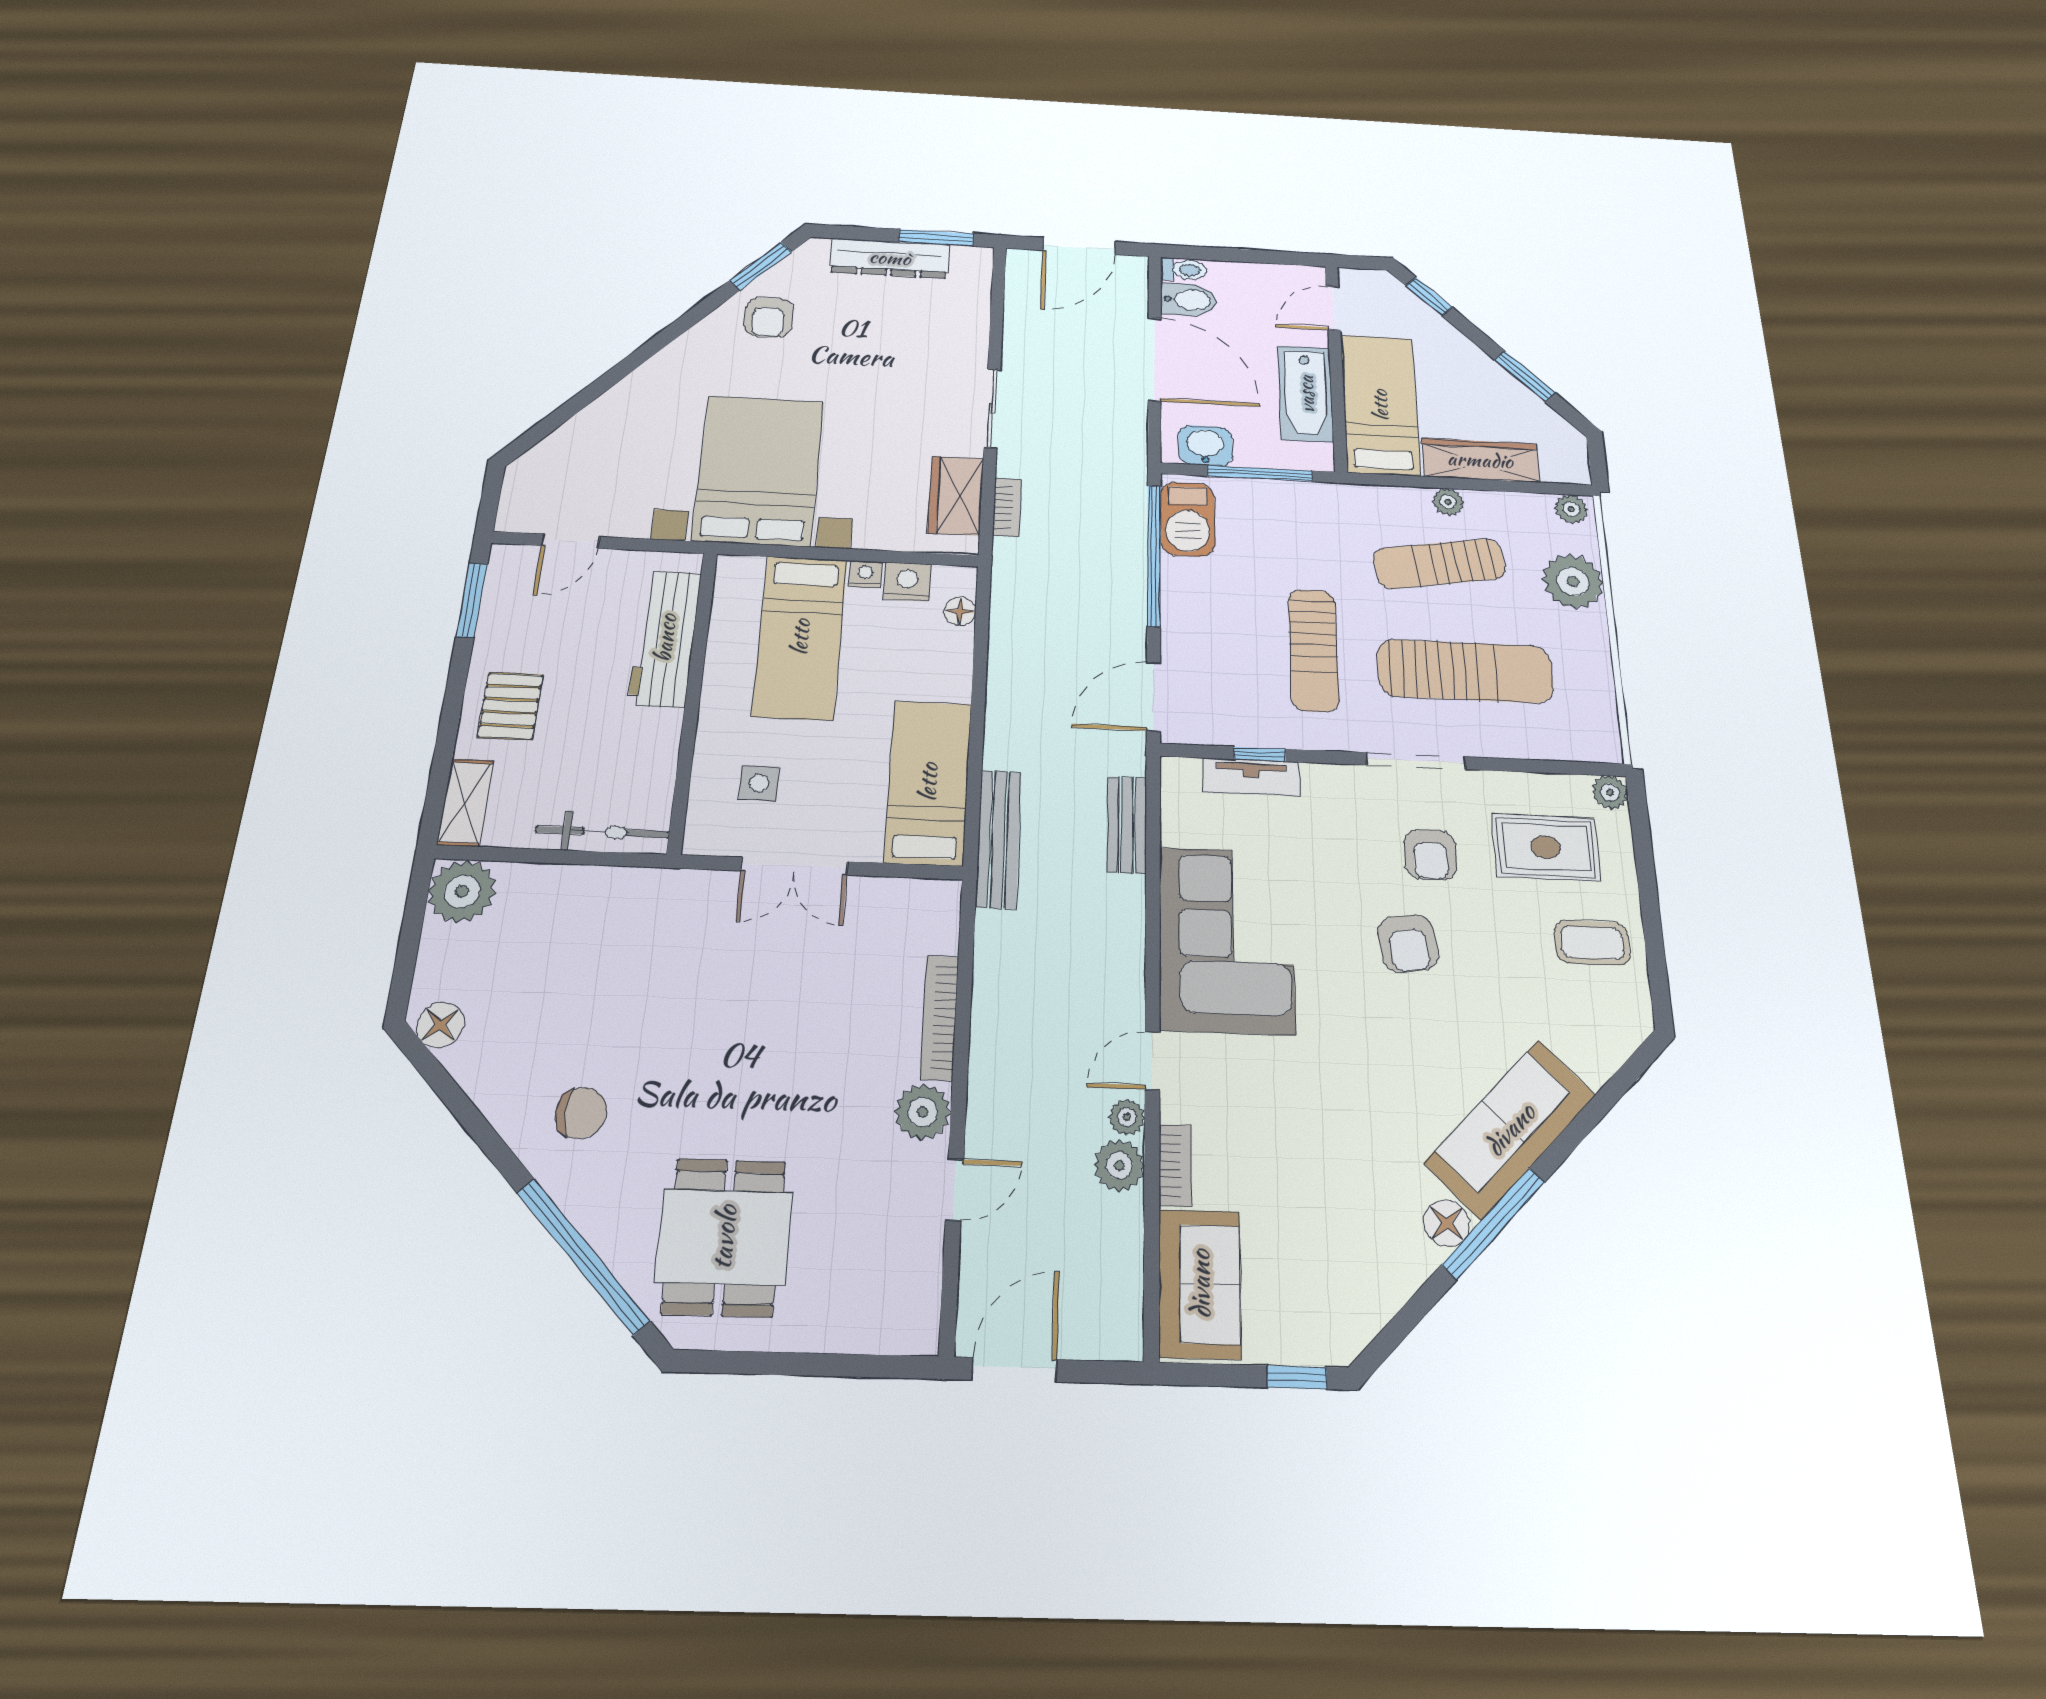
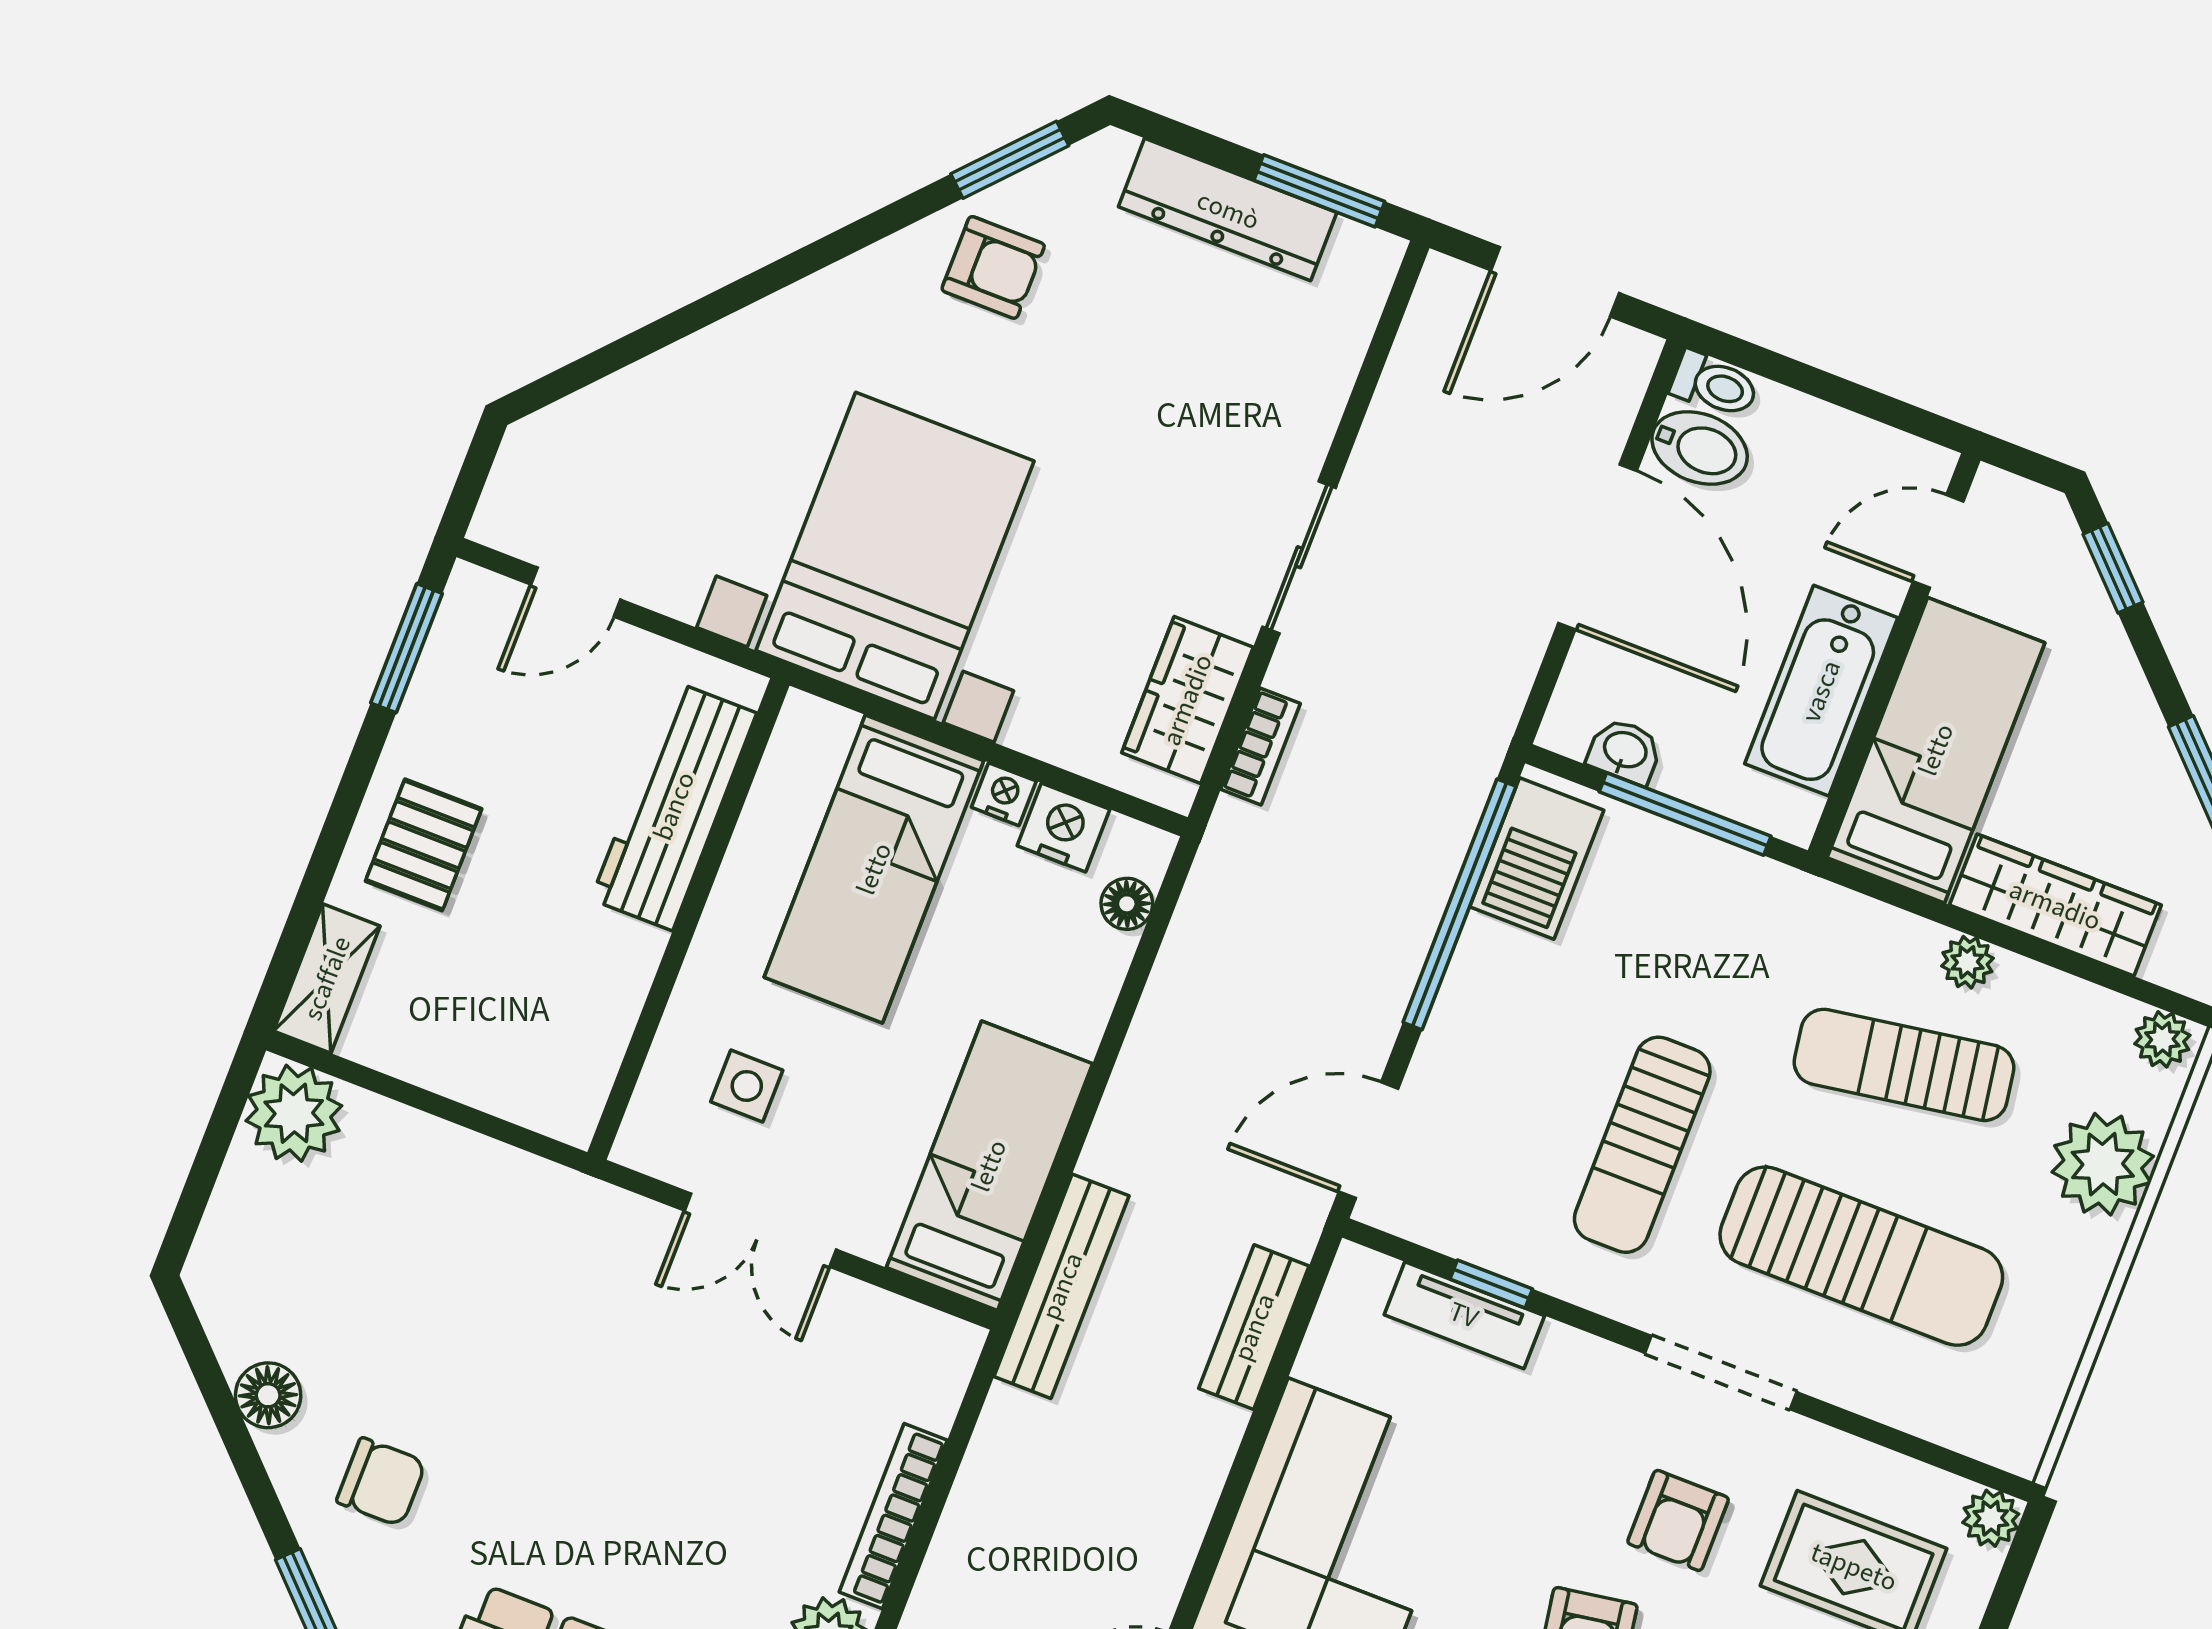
armchair: (769, 317) -> (993, 267), turned -90
washbasin: (1205, 446) -> (1625, 751), width x0.72, depth x0.69
bicycle: (603, 832) -> (507, 1088), removed
floor lamp: (440, 1025) -> (268, 1395), moved

